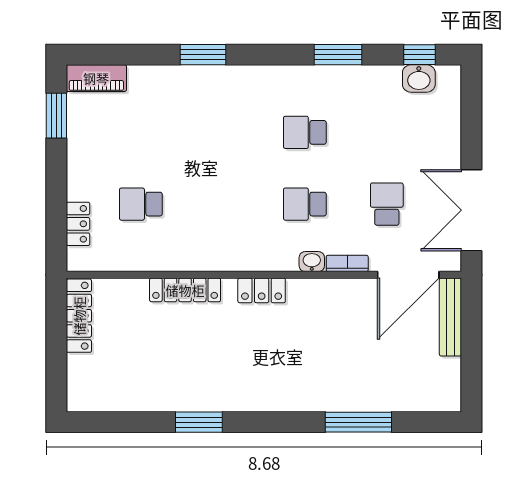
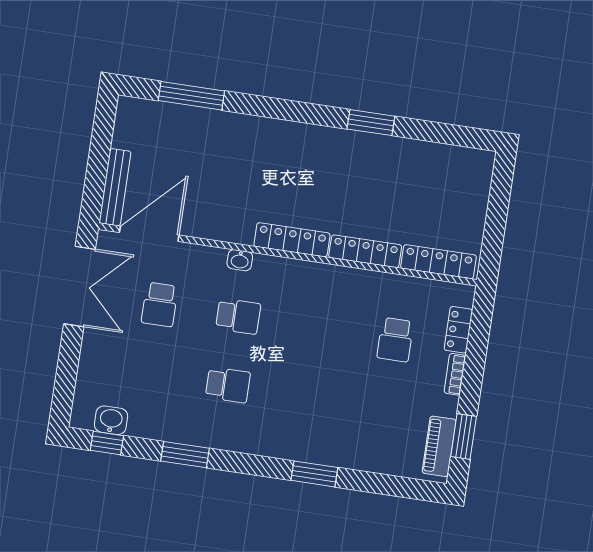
piano: (96, 78) -> (439, 446), moved, turned -90
school desk: (141, 204) -> (395, 340), turned 90
bookcase: (347, 263) -> (455, 374), moved, turned 90
locker: (262, 290) -> (292, 240), width x1.53
locker: (79, 316) -> (438, 262), moved, turned 90
window: (358, 422) -> (191, 96), moved

